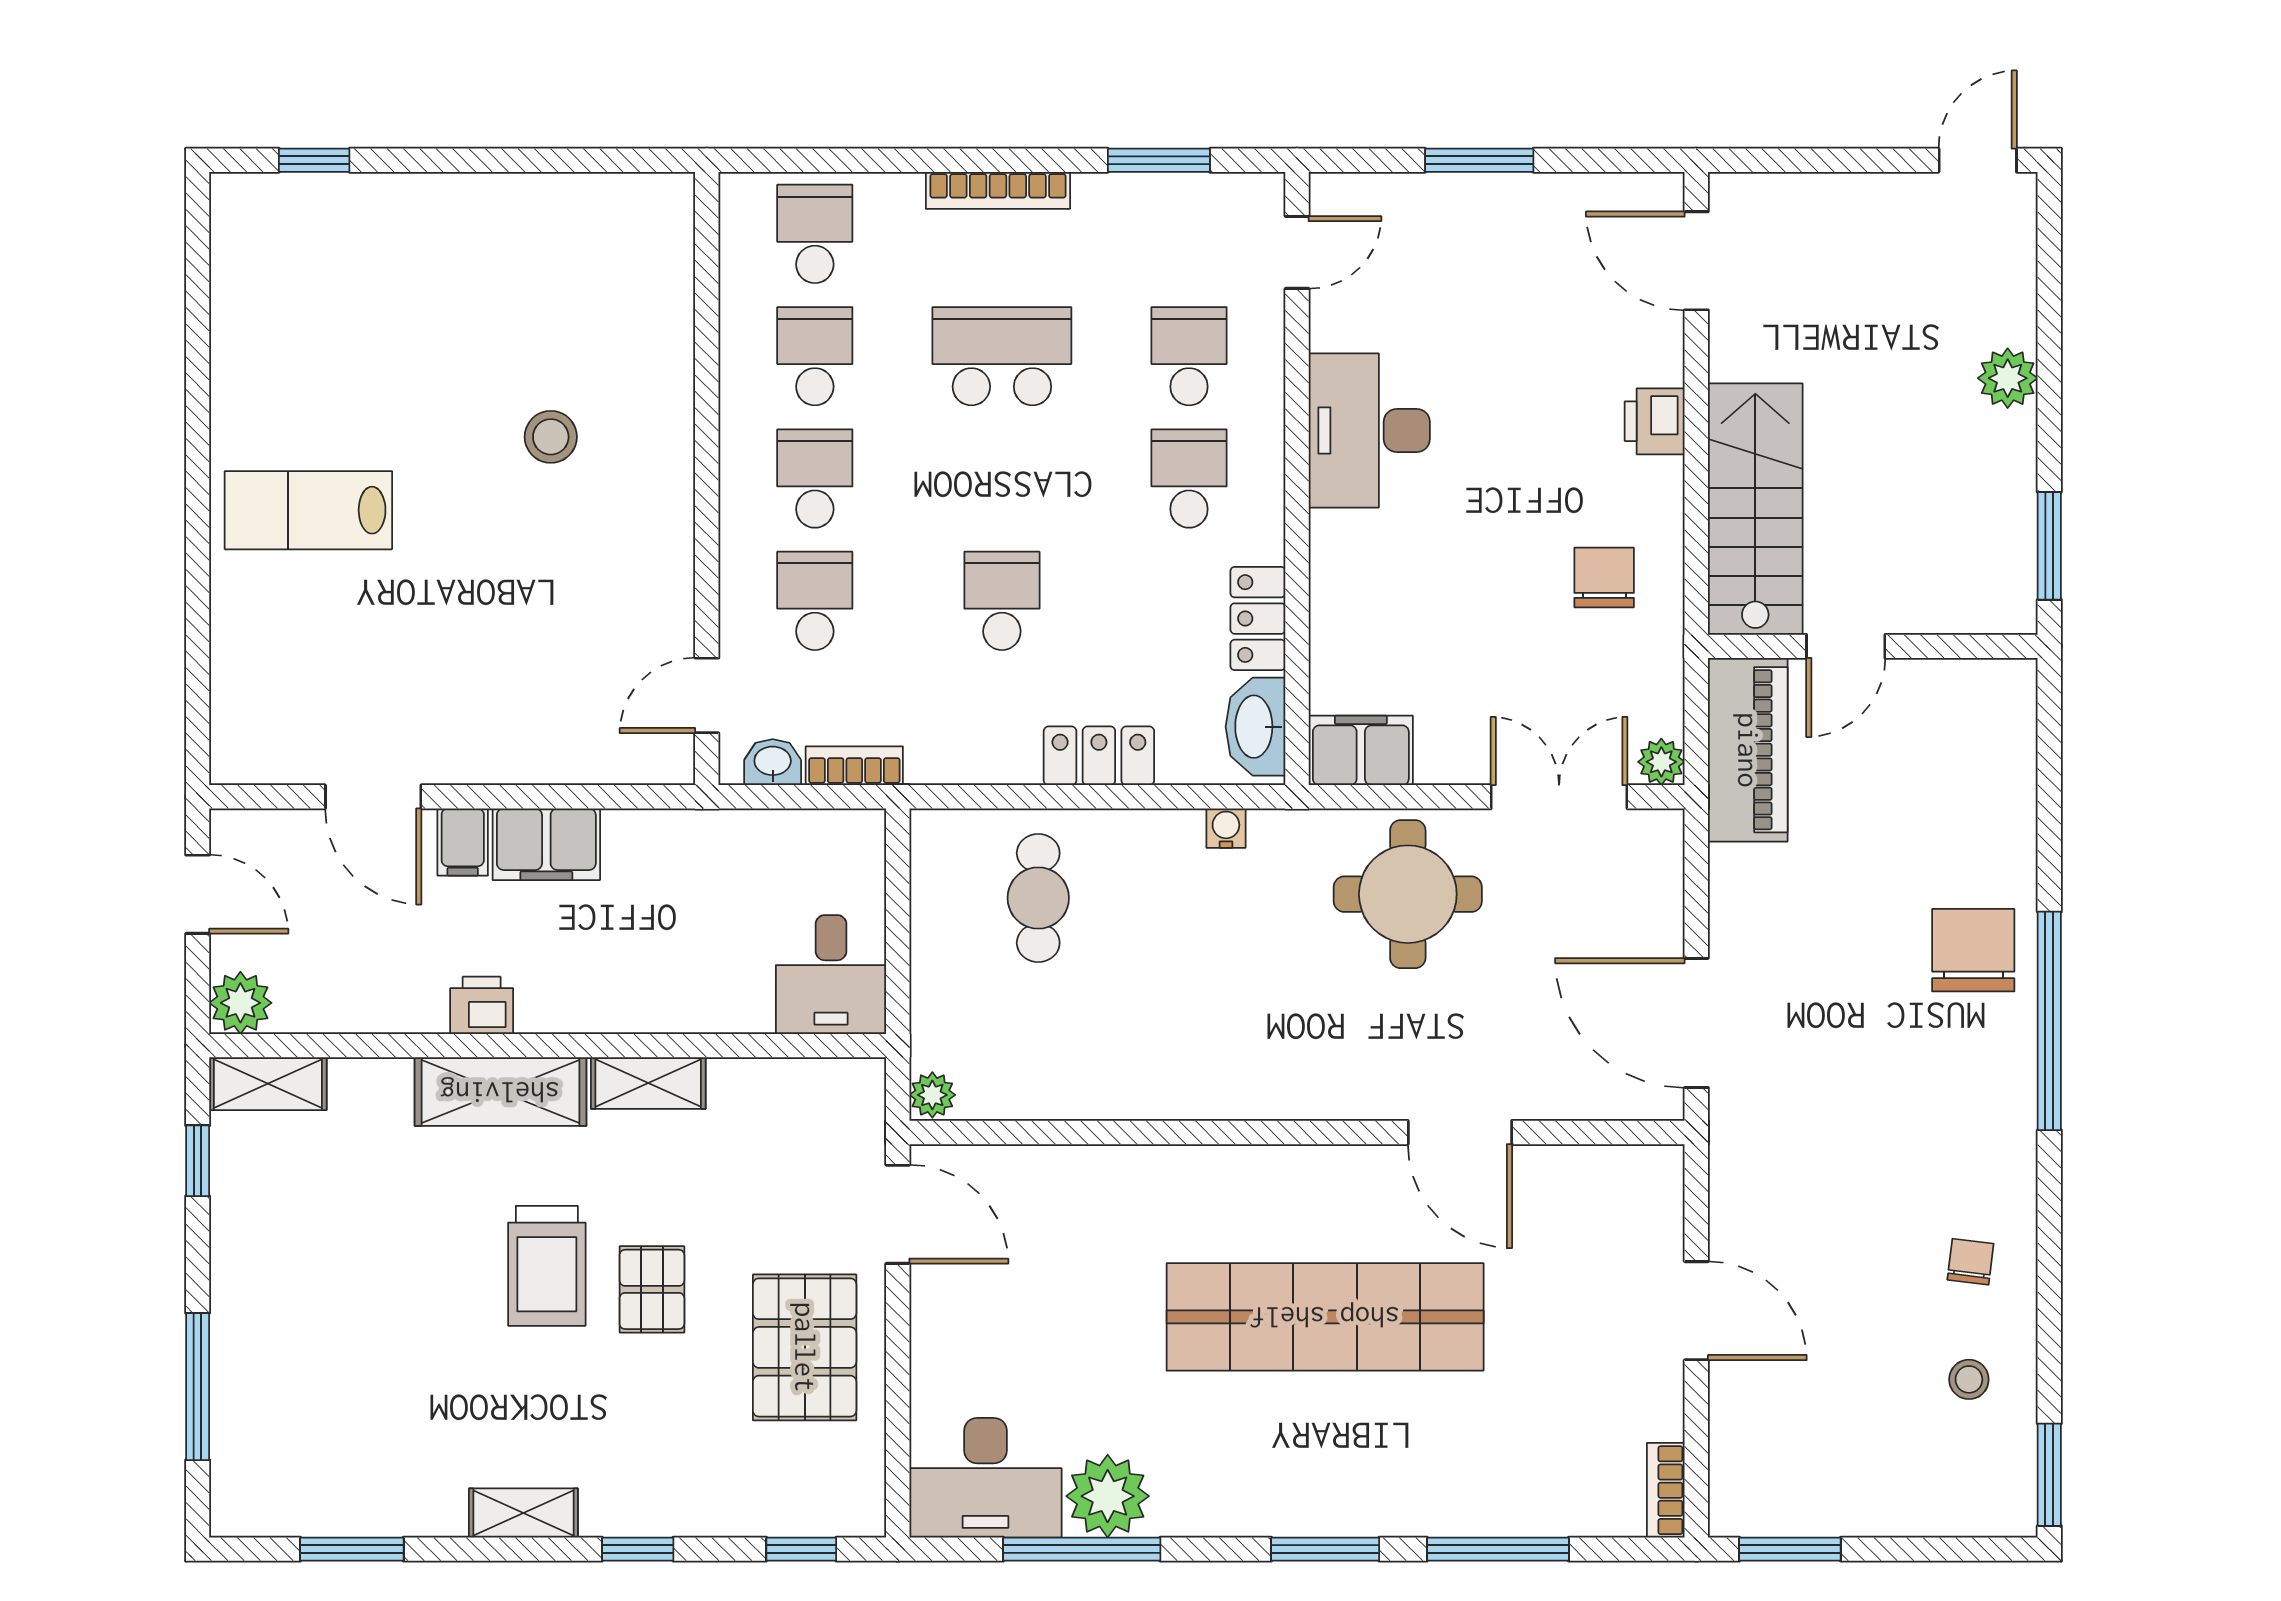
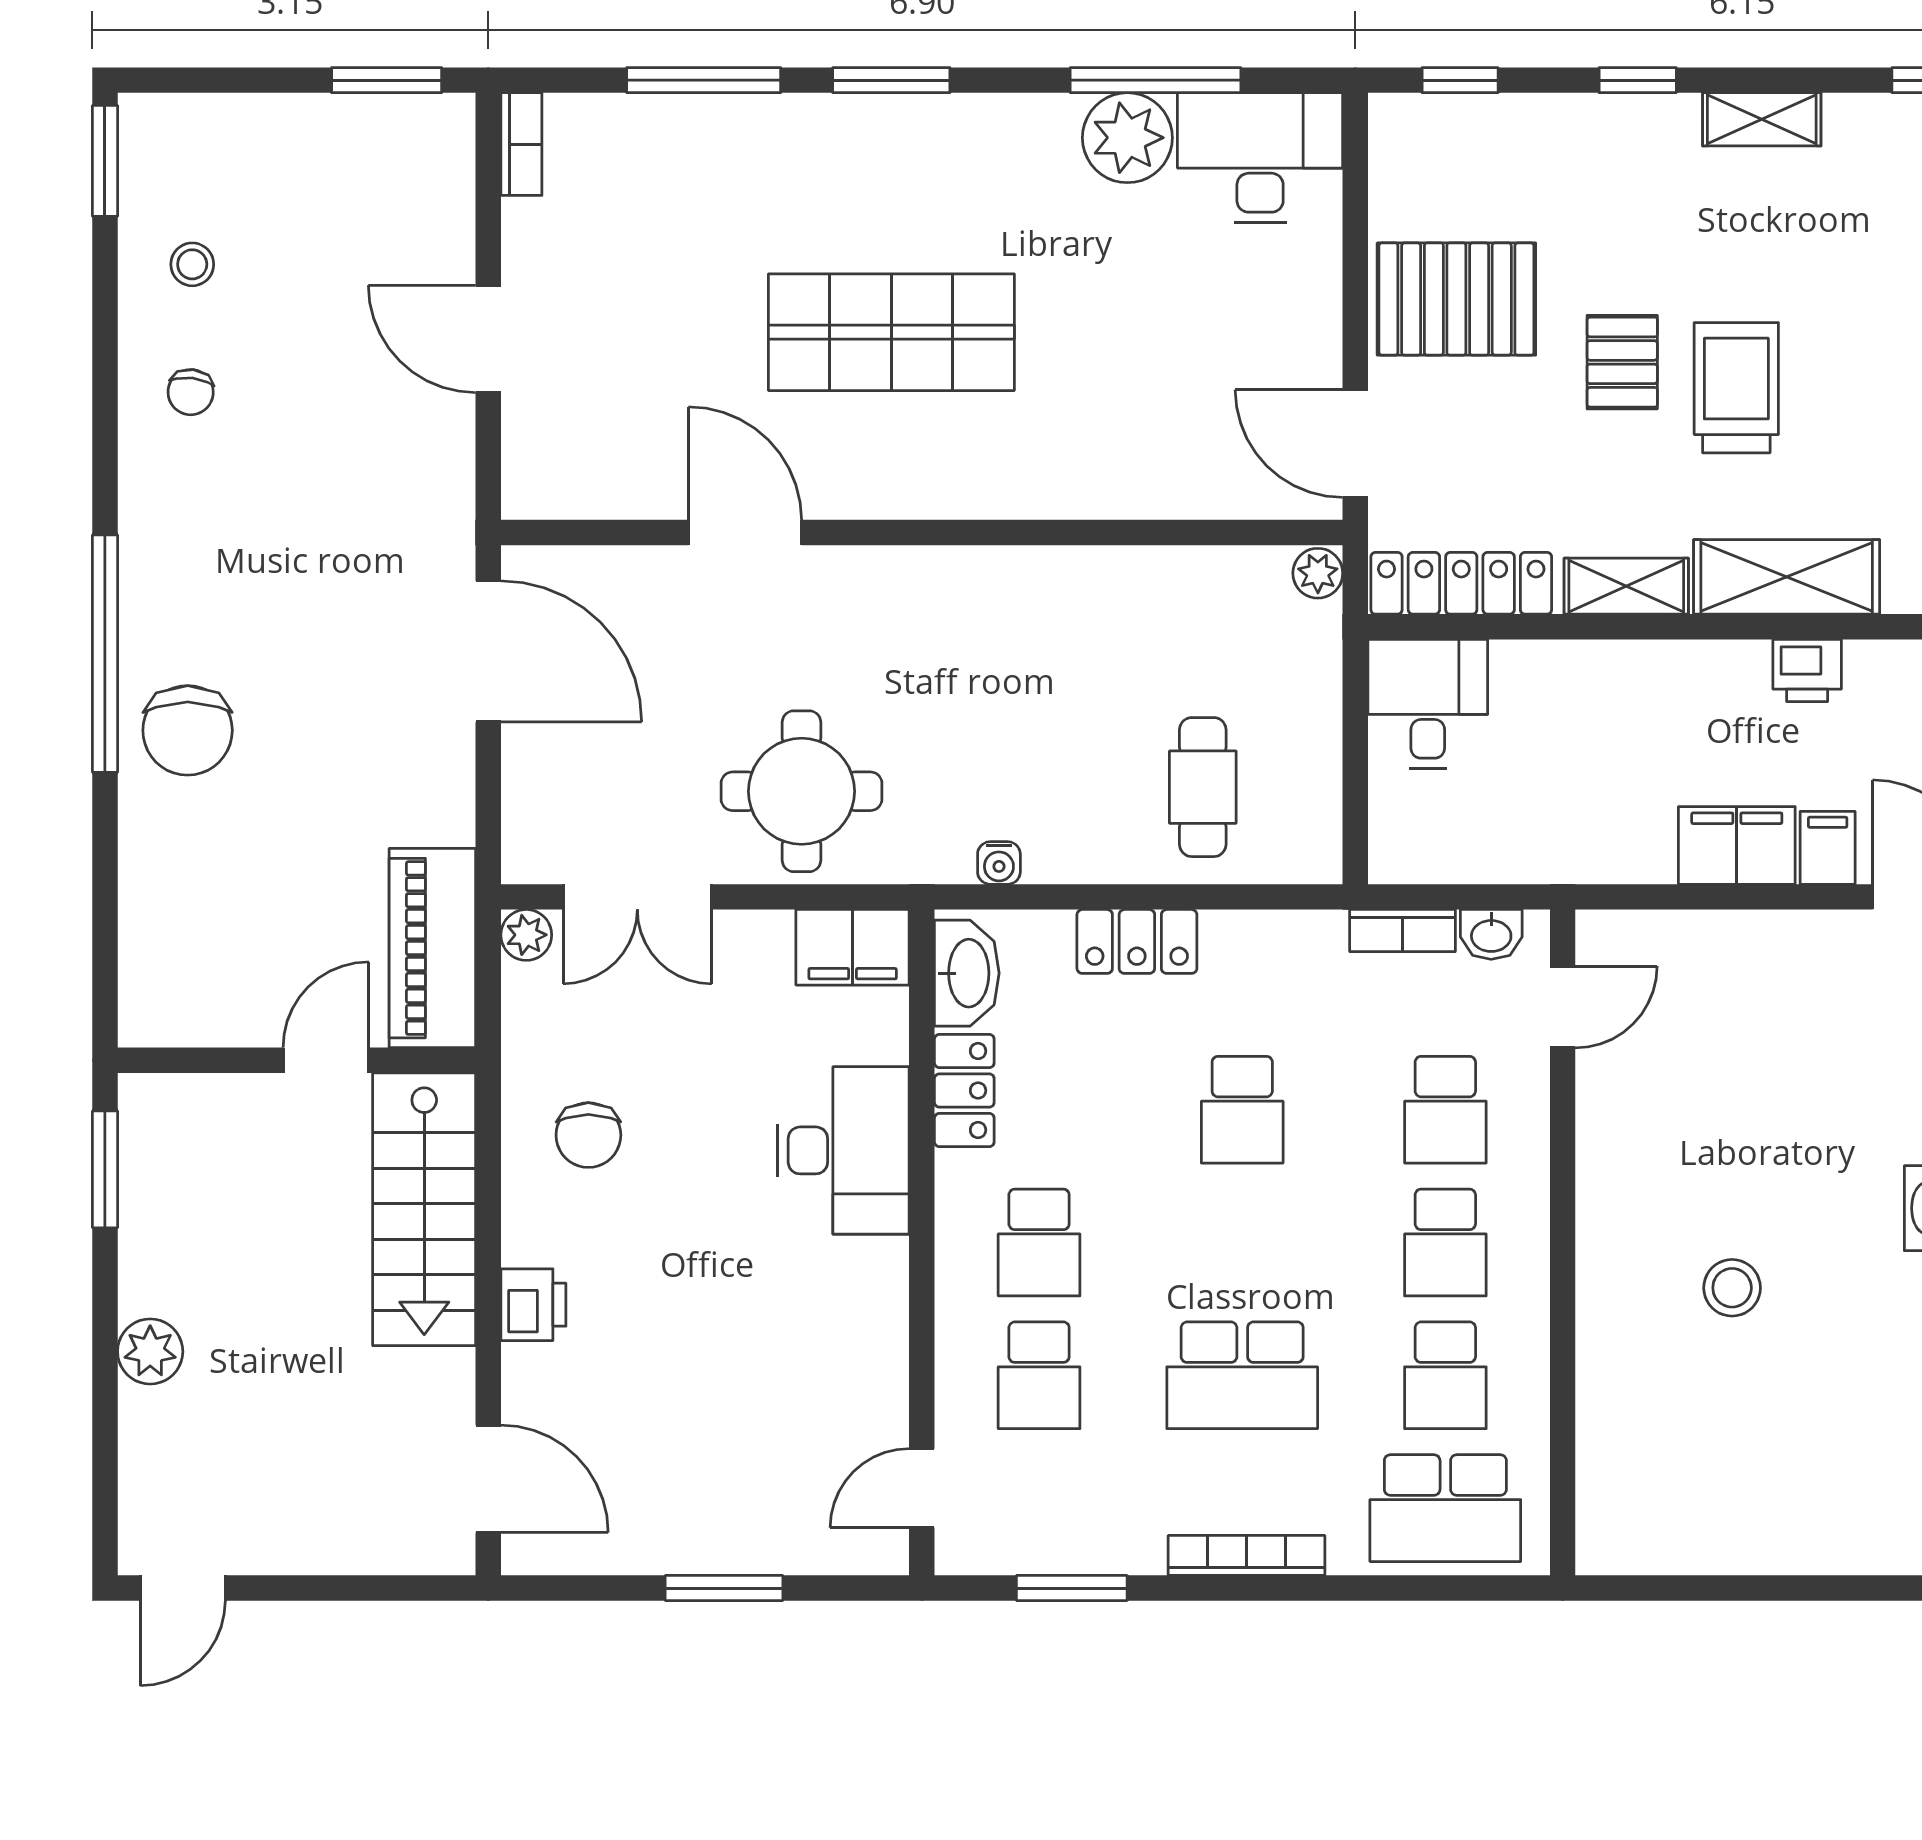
school desk: (815, 234) -> (1445, 1508), width x1.85
desk: (1369, 430) -> (843, 1150), moved
locker: (800, 1086) -> (1461, 583), added
shop shelf: (1325, 1317) -> (891, 332), width x0.71
pallet: (805, 1347) -> (1456, 299), turned 90

